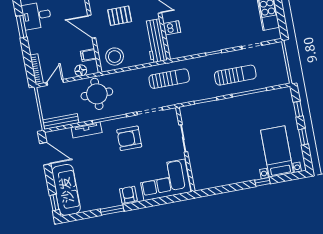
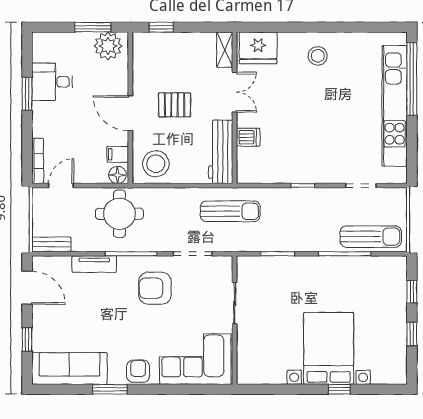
floor lamp: (81, 70) -> (118, 175), moved
sun lounger: (235, 75) -> (371, 237), moved
bench: (61, 121) -> (51, 244), width x0.73
bed with nightstands: (277, 151) -> (329, 348), moved, width x1.36
sofa: (66, 190) -> (69, 369), moved, turned -90
window: (54, 203) -> (27, 340), moved

